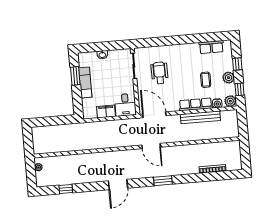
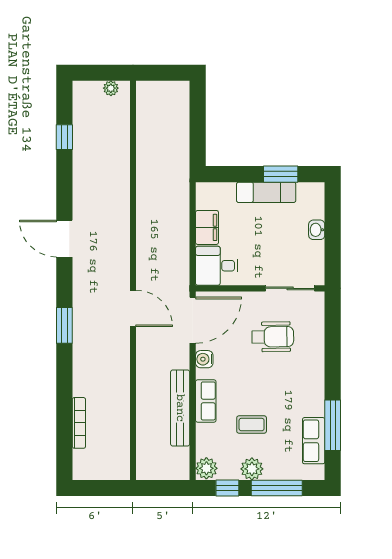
window: (203, 38) -> (333, 425), added
window: (237, 64) -> (277, 488), width x2.17
water cooler: (217, 103) -> (204, 359), moved
row of seats: (196, 104) -> (206, 401), width x0.68
door: (151, 146) -> (133, 308), swing flipped

